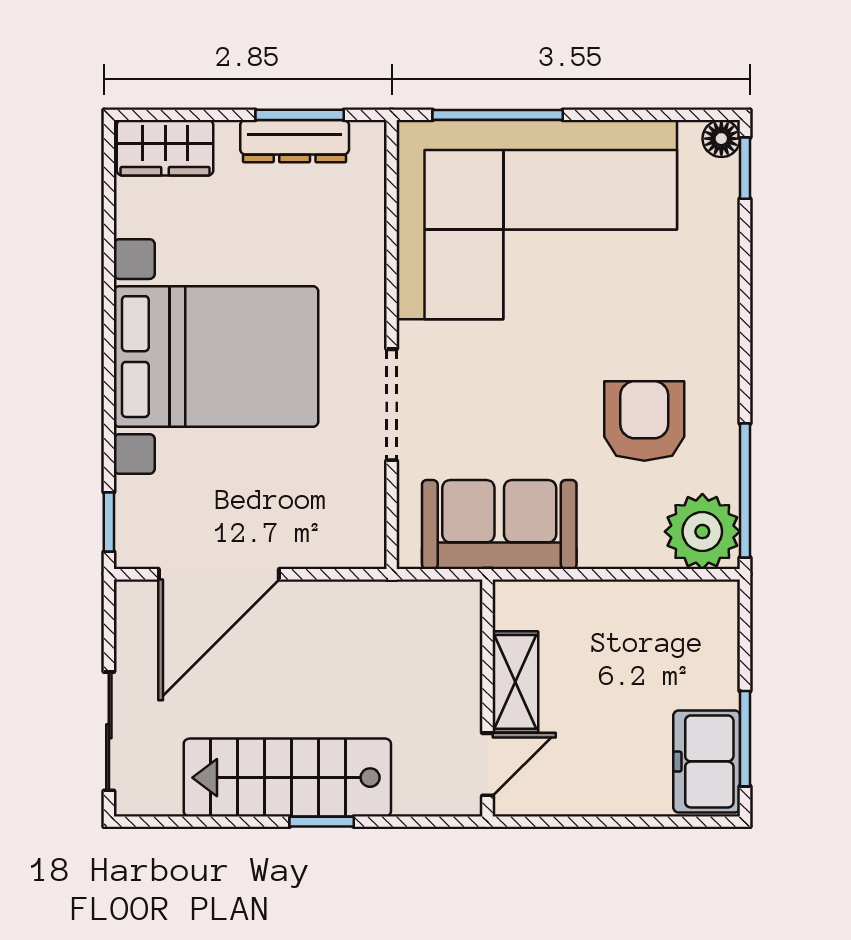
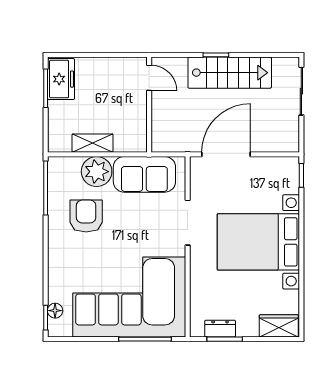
floor lamp: (721, 139) -> (55, 311), moved
dresser: (295, 141) -> (220, 329), width x0.70
armchair: (644, 421) -> (86, 216), turned 180
plant: (702, 532) -> (97, 172), moved
door: (219, 574) -> (226, 154), moved
shelving: (515, 682) -> (93, 143), moved, turned 90
door: (488, 764) -> (149, 78), swing flipped

